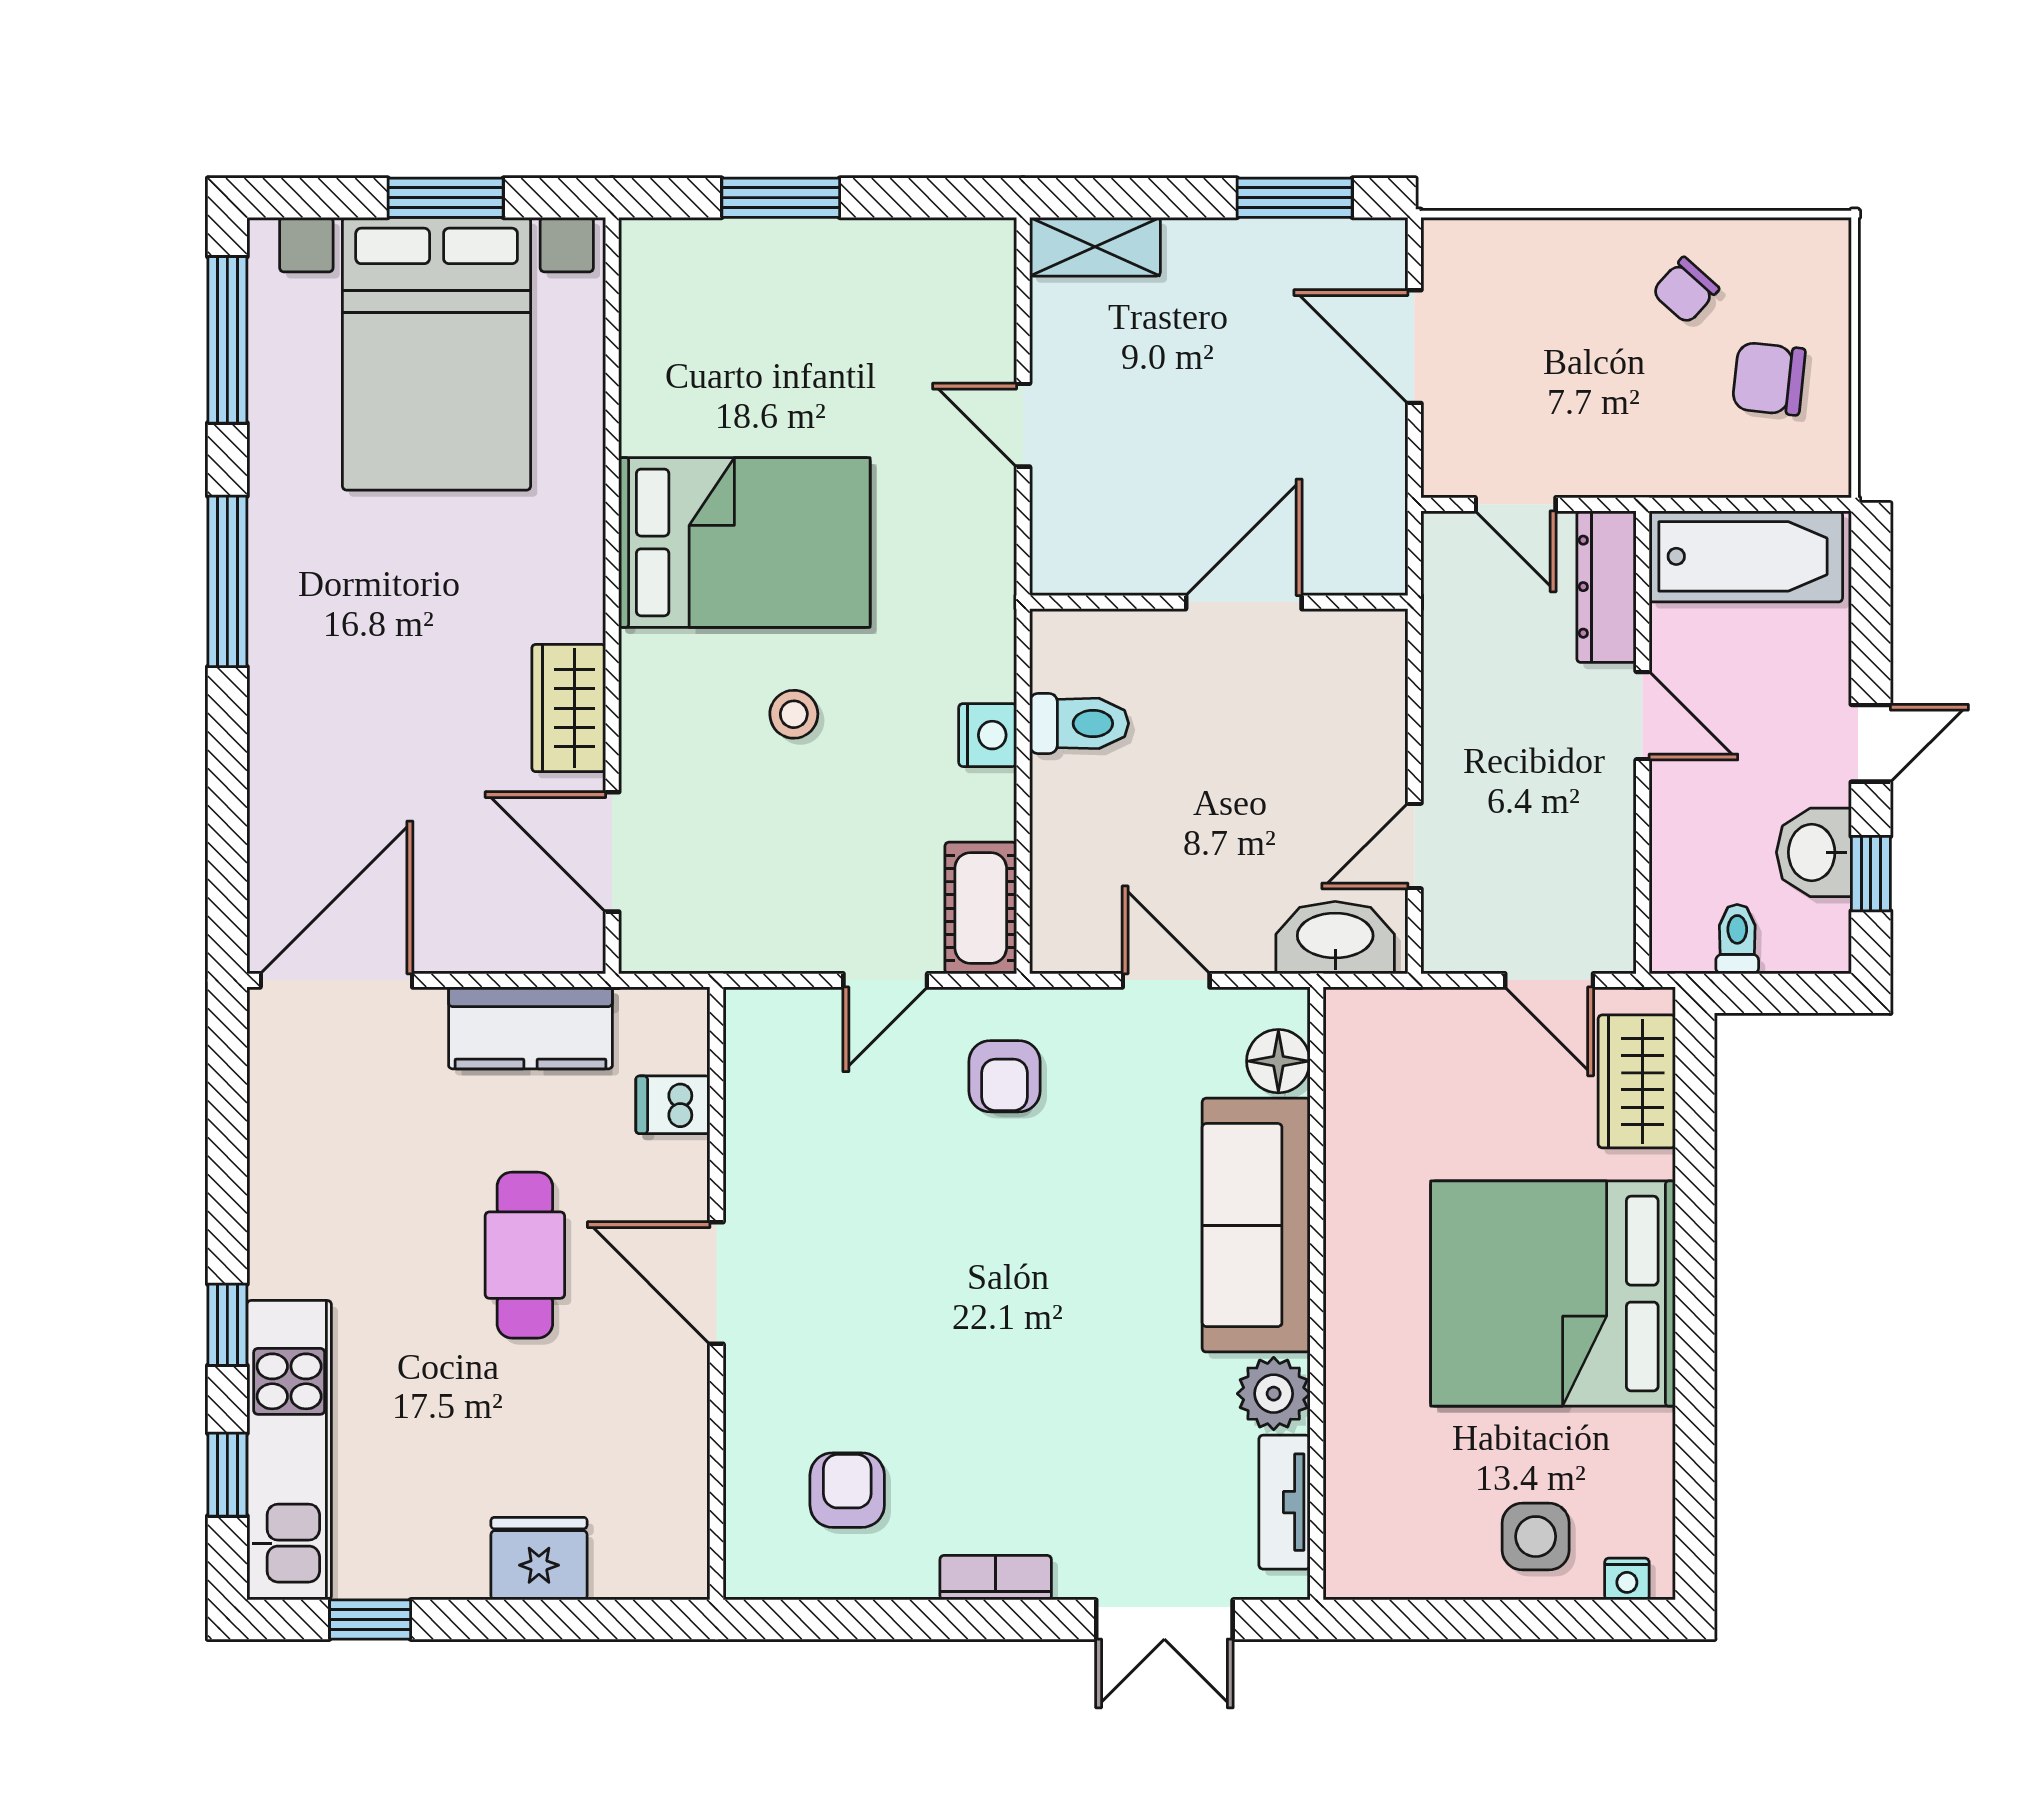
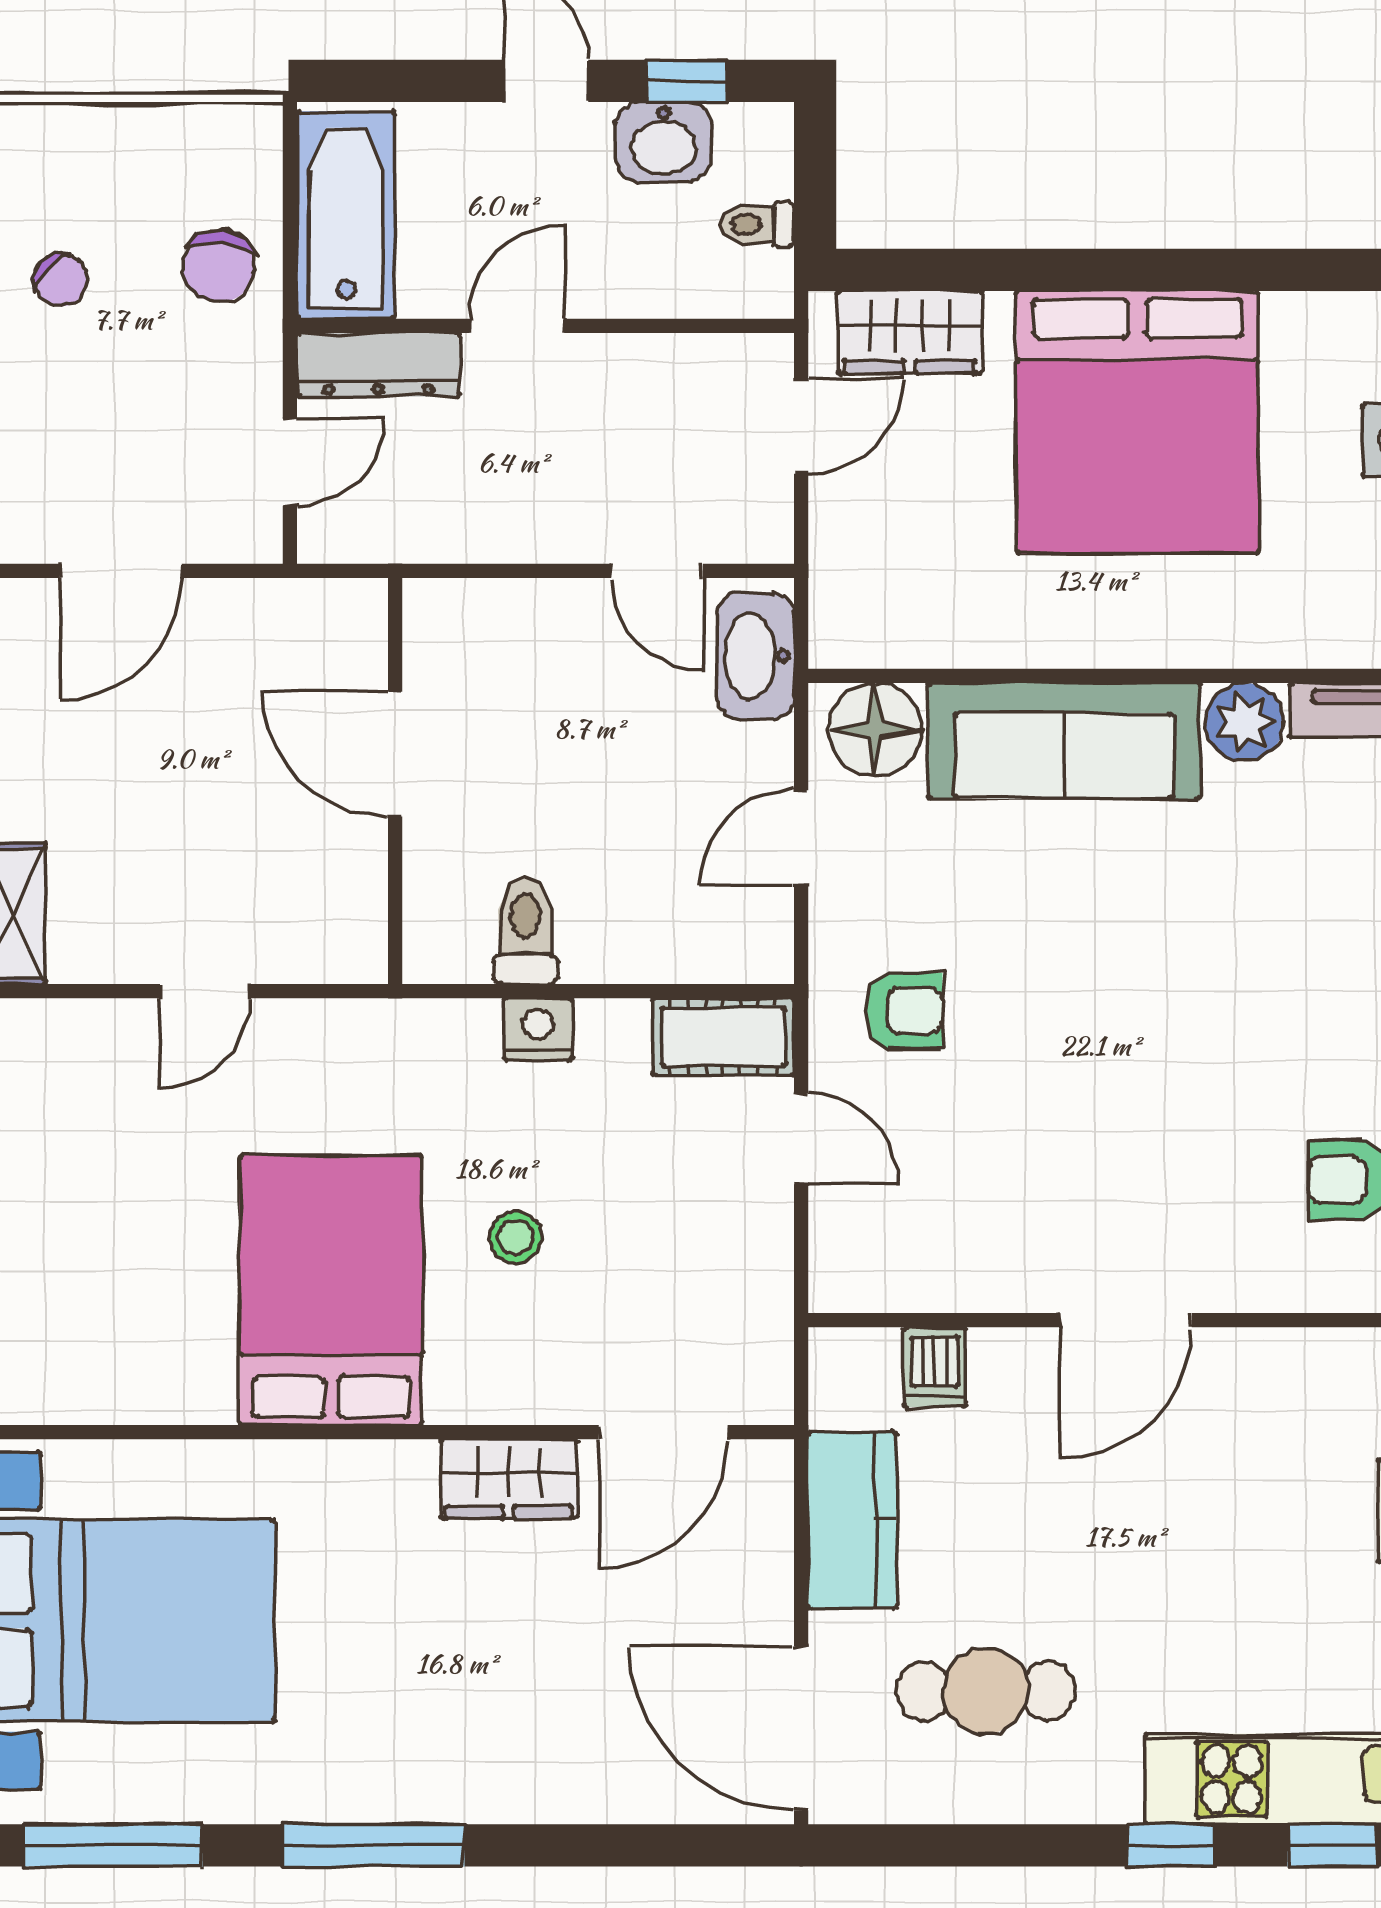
chair: (1769, 379) -> (219, 266), moved
floor lamp: (1278, 1061) -> (875, 730), width x1.38, depth x1.38
cafe table: (525, 1255) -> (986, 1691), moved

